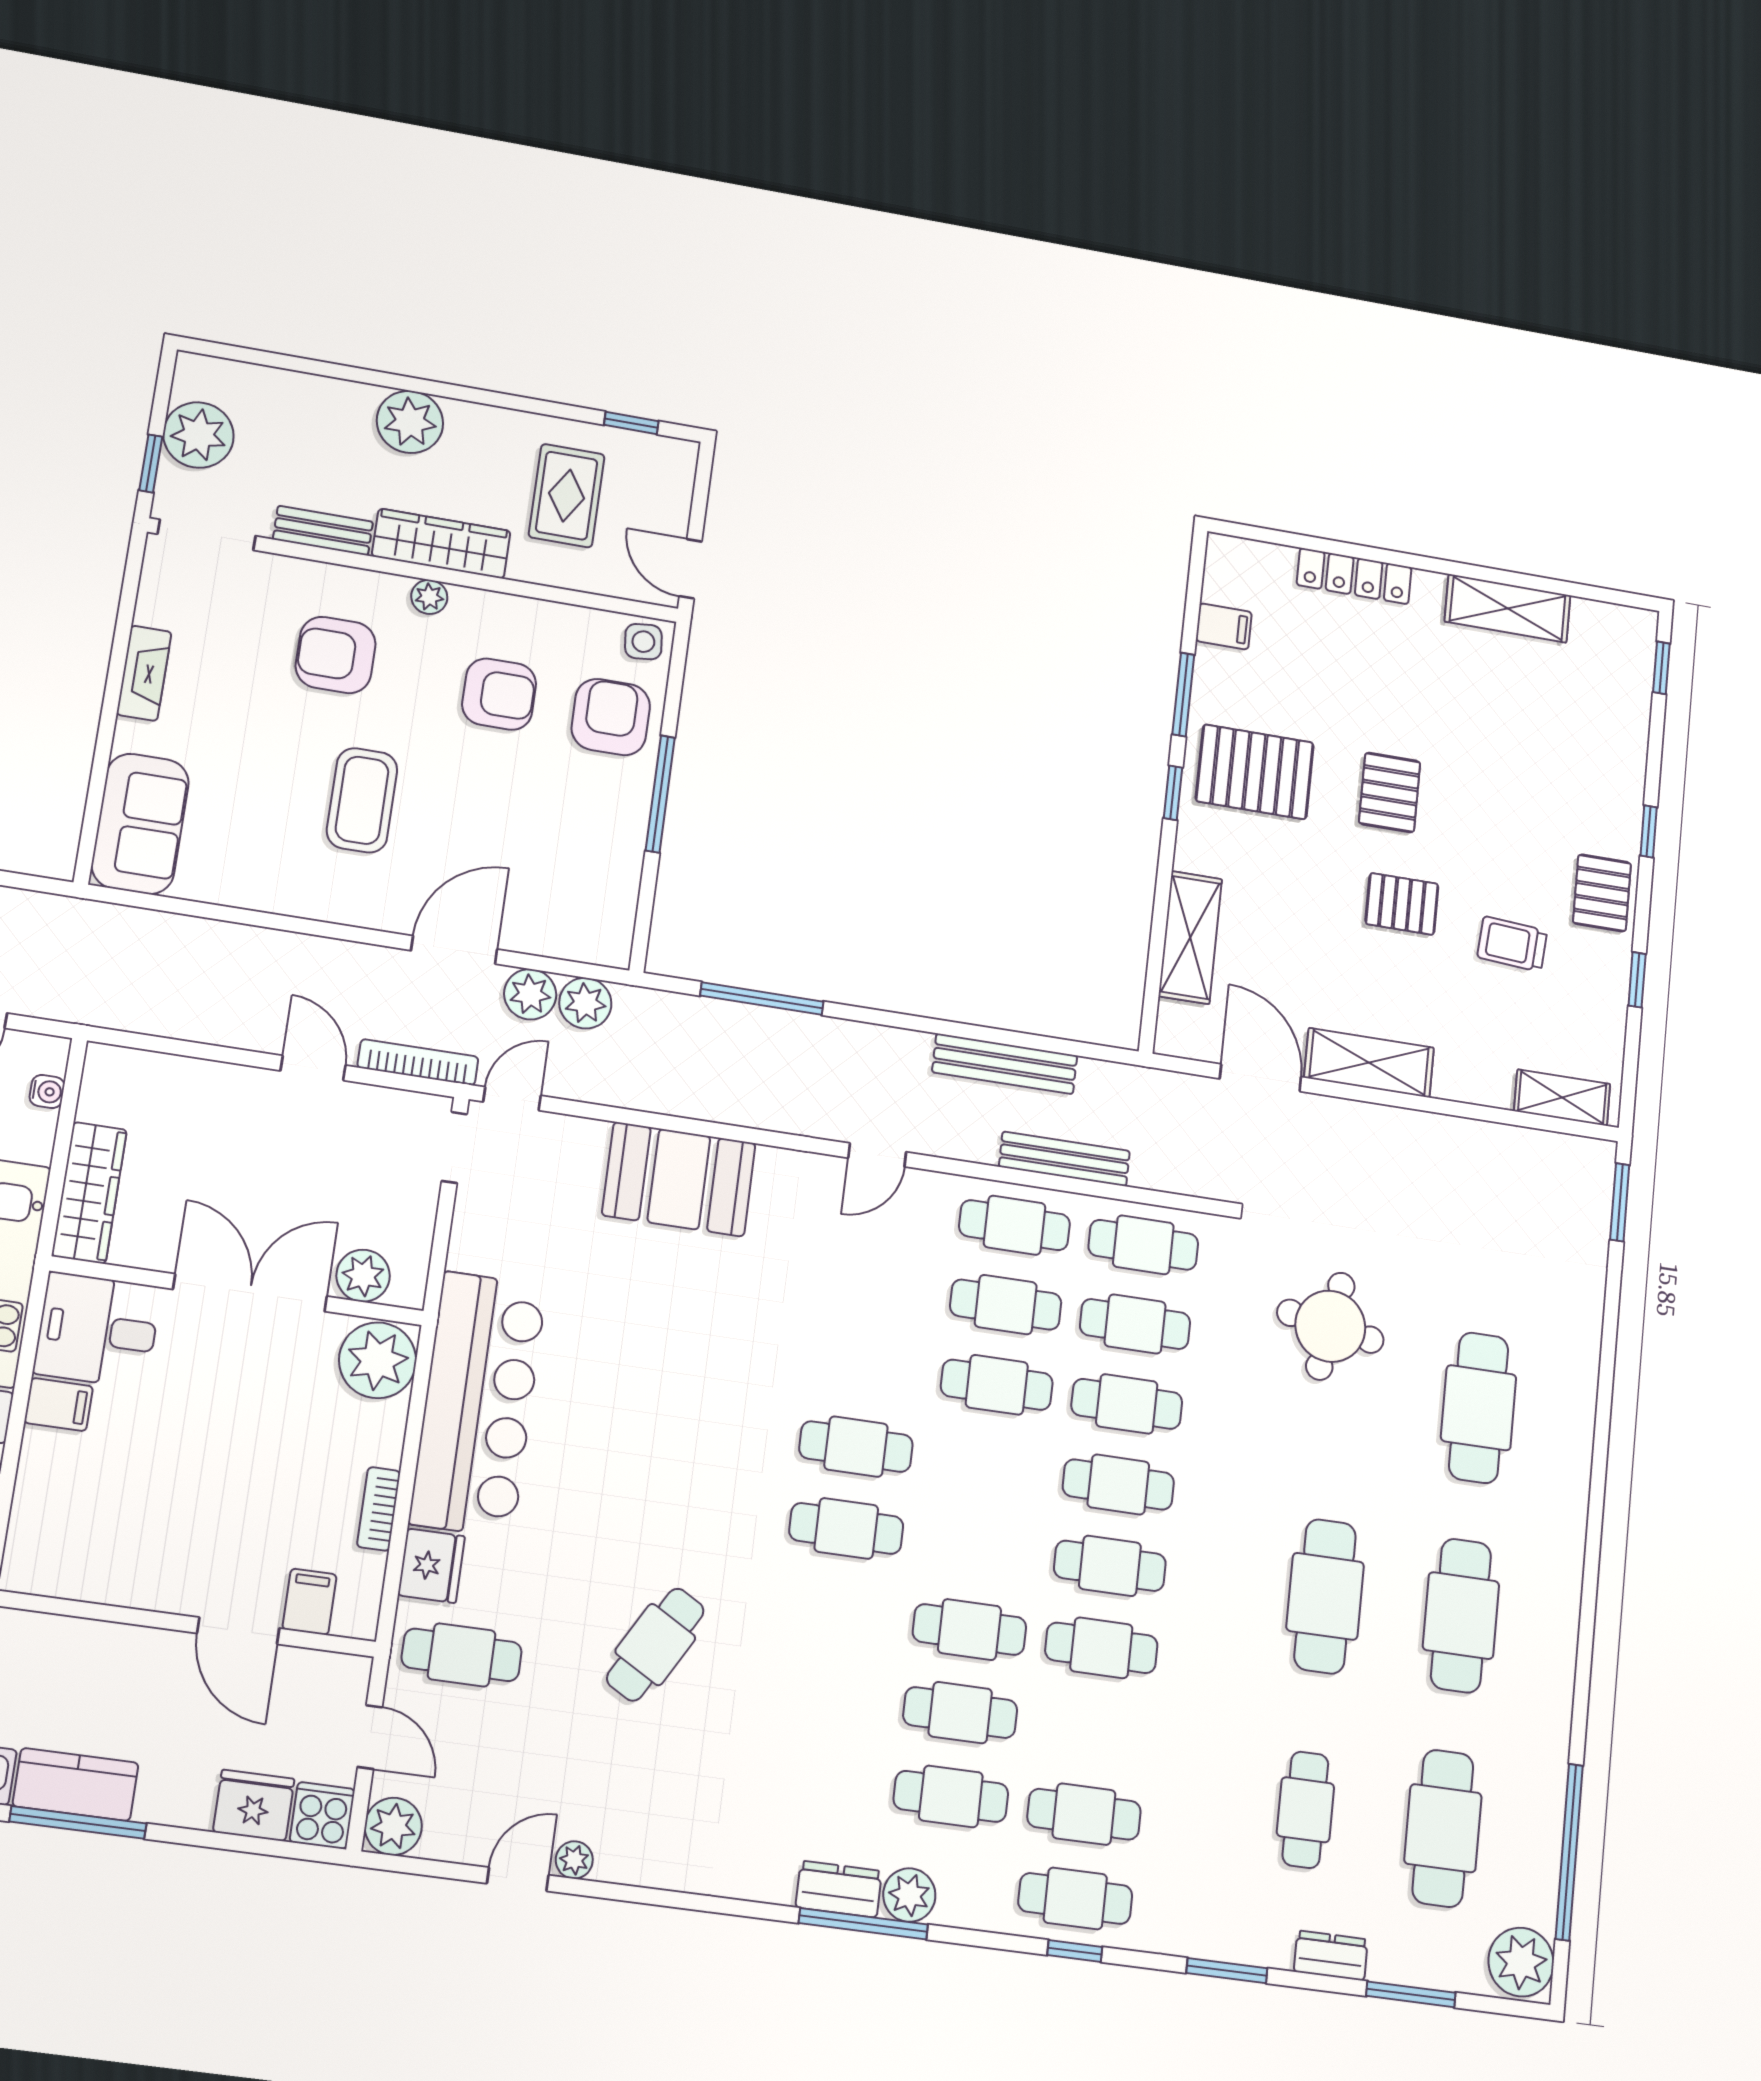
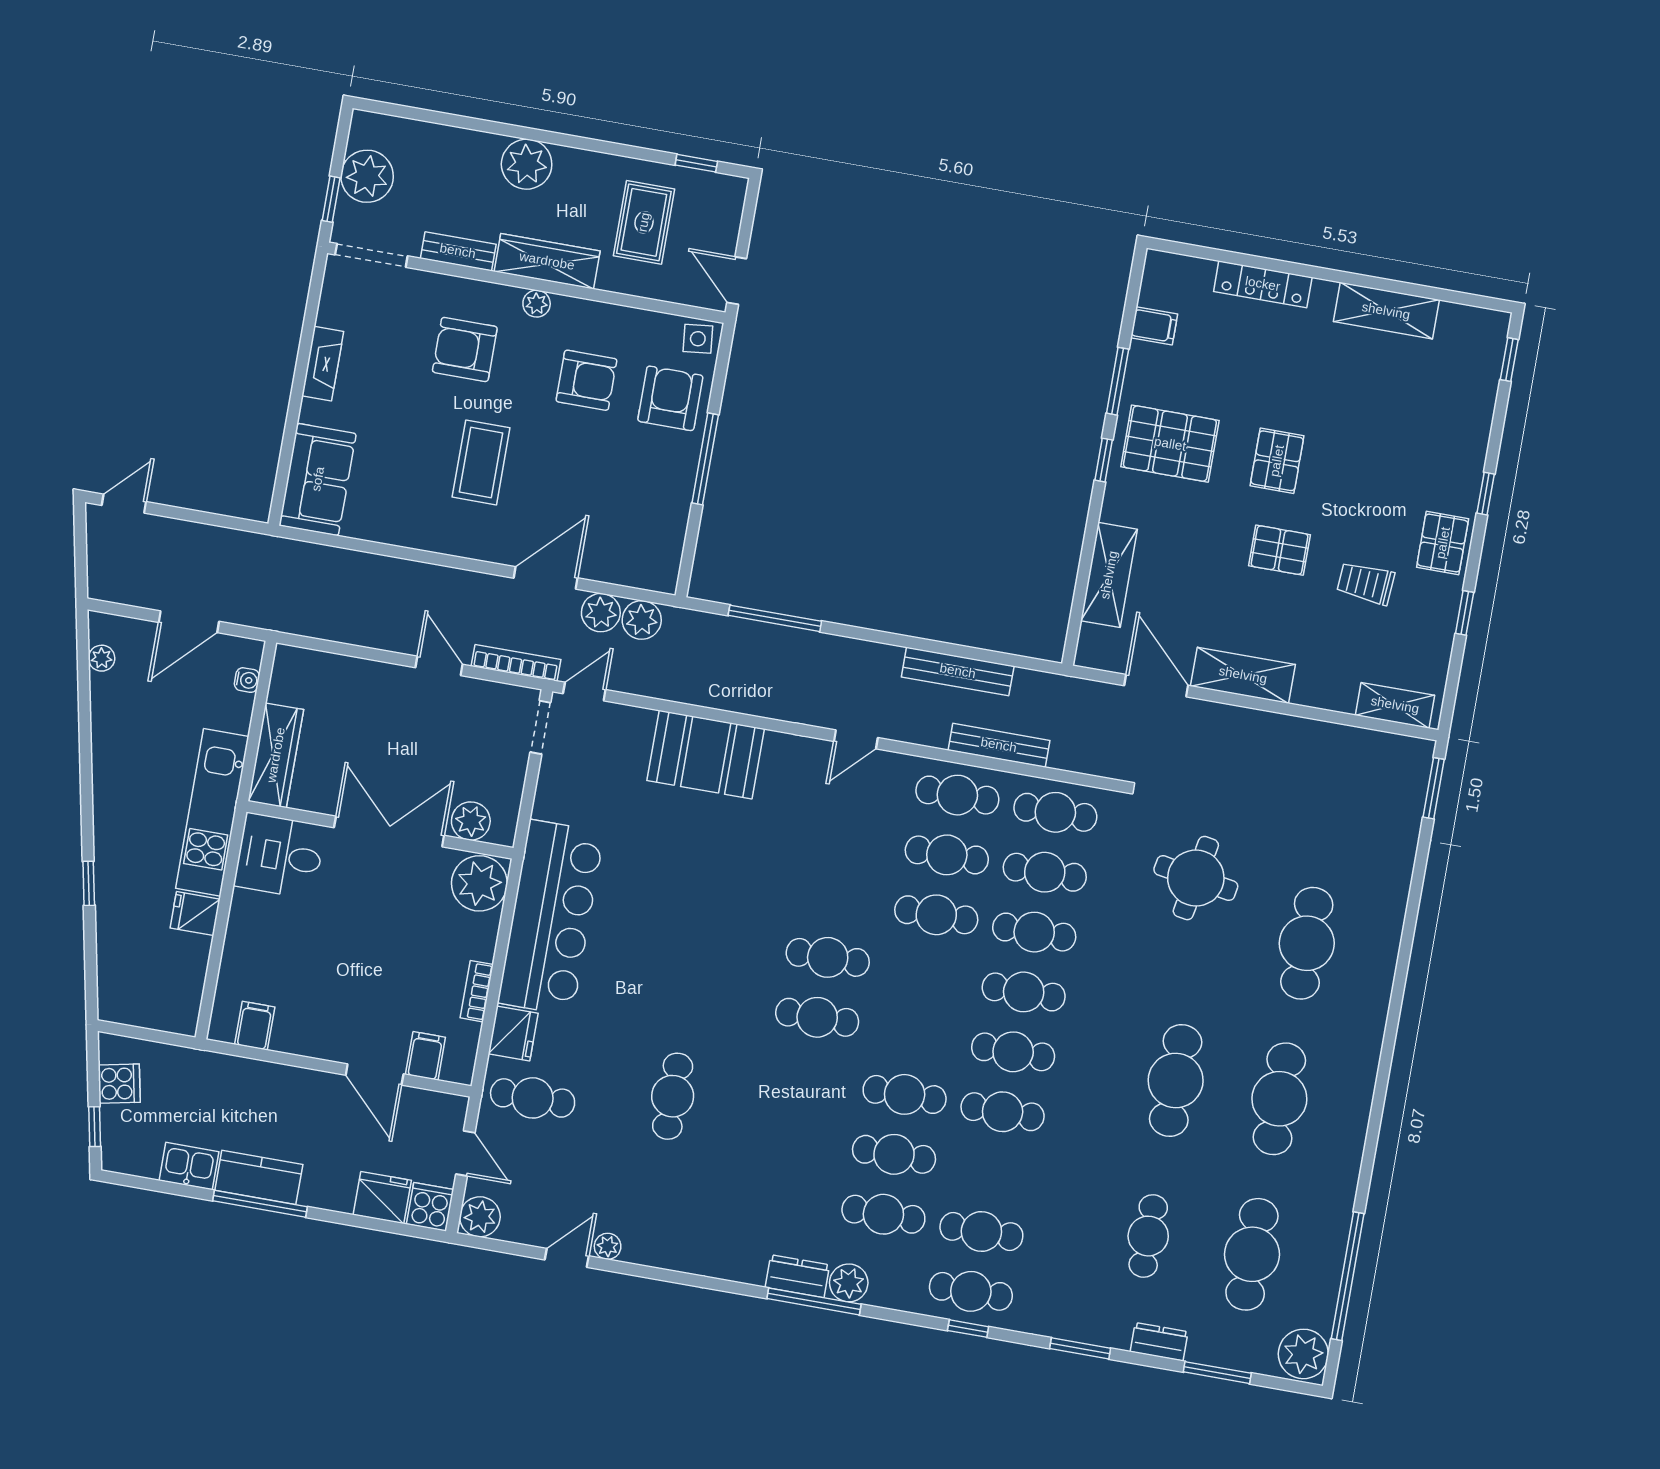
filing cabinet: (59, 1405) -> (255, 1026), moved, turned -90
cafe table: (655, 1645) -> (673, 1096), turned -30

